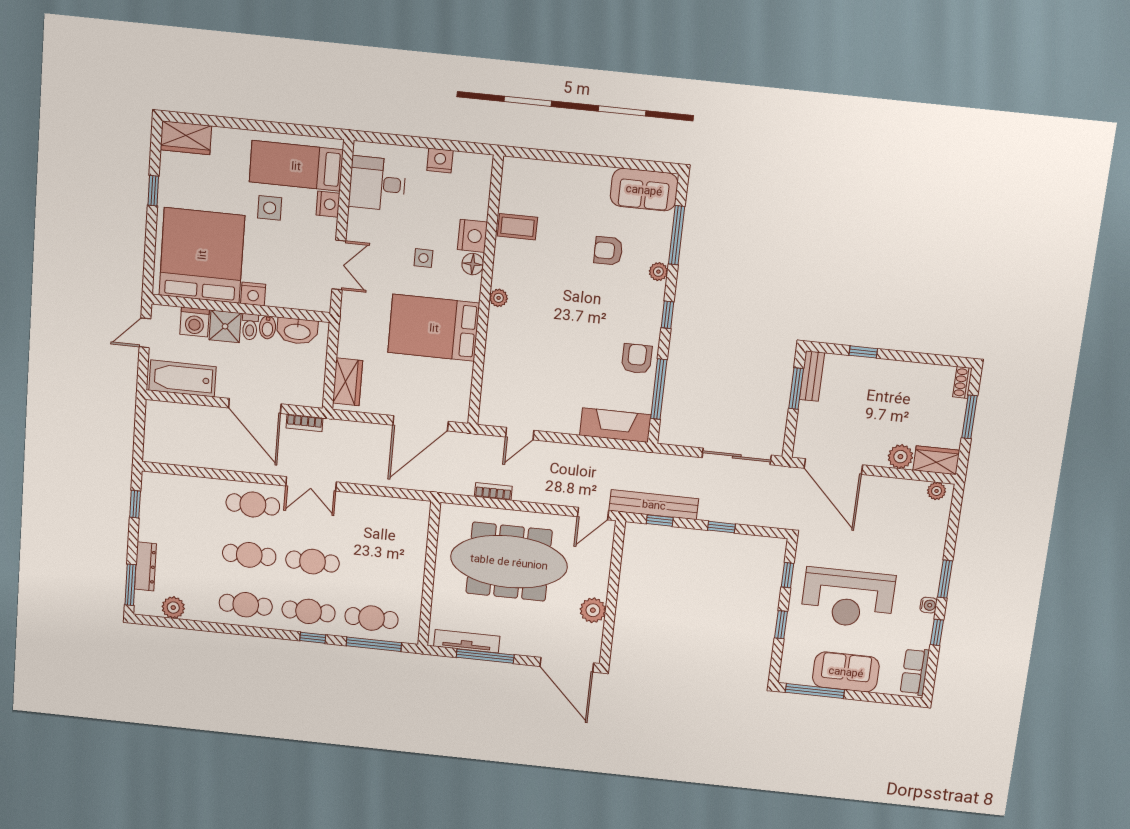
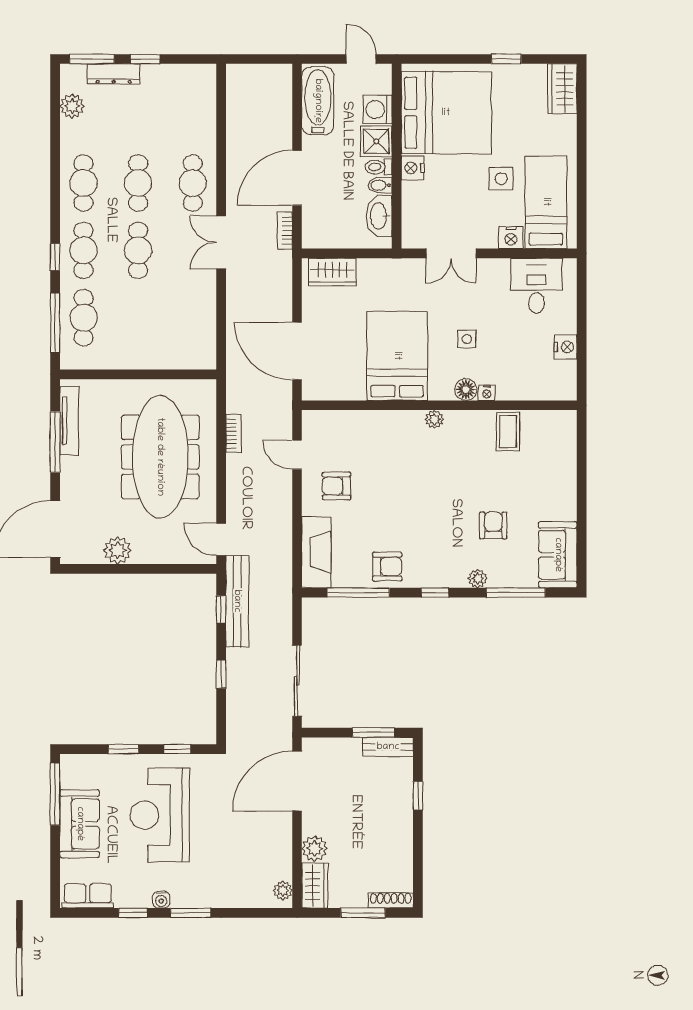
nightstand: (472, 236) -> (487, 393), width x0.53, depth x0.56
shoe rack: (962, 382) -> (391, 900), width x1.43
armchair: (554, 399) -> (337, 486), added
window: (135, 504) -> (145, 59), moved

